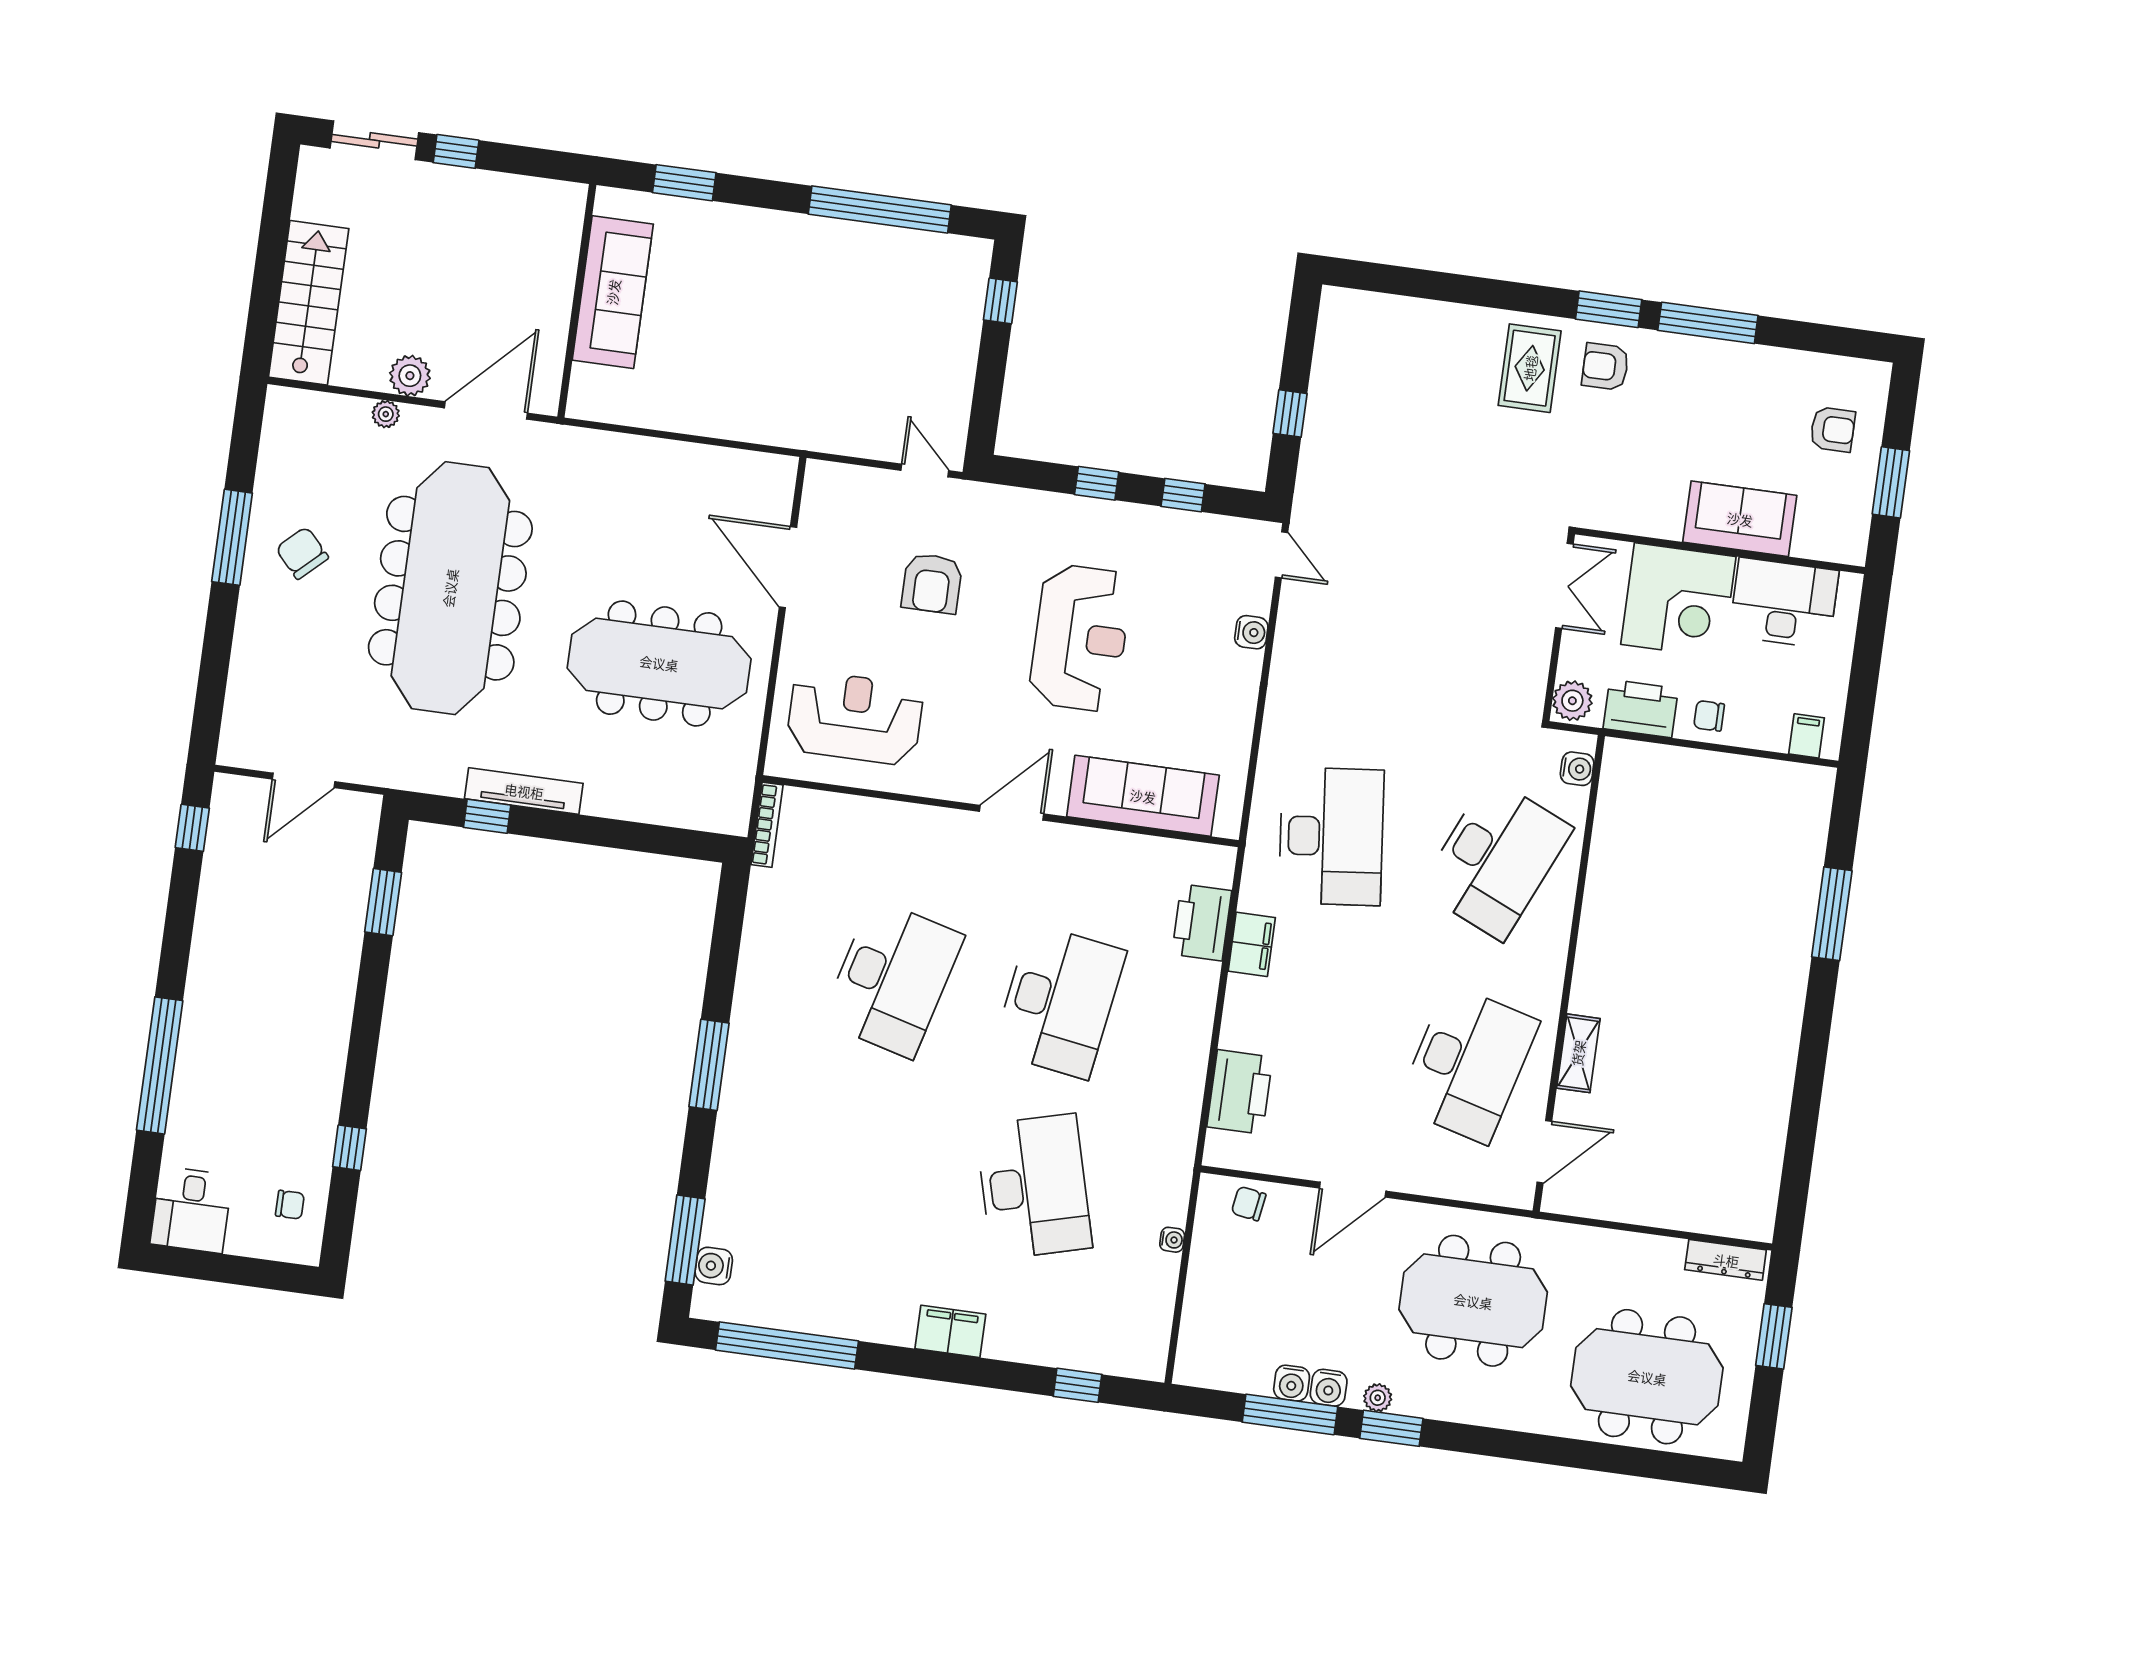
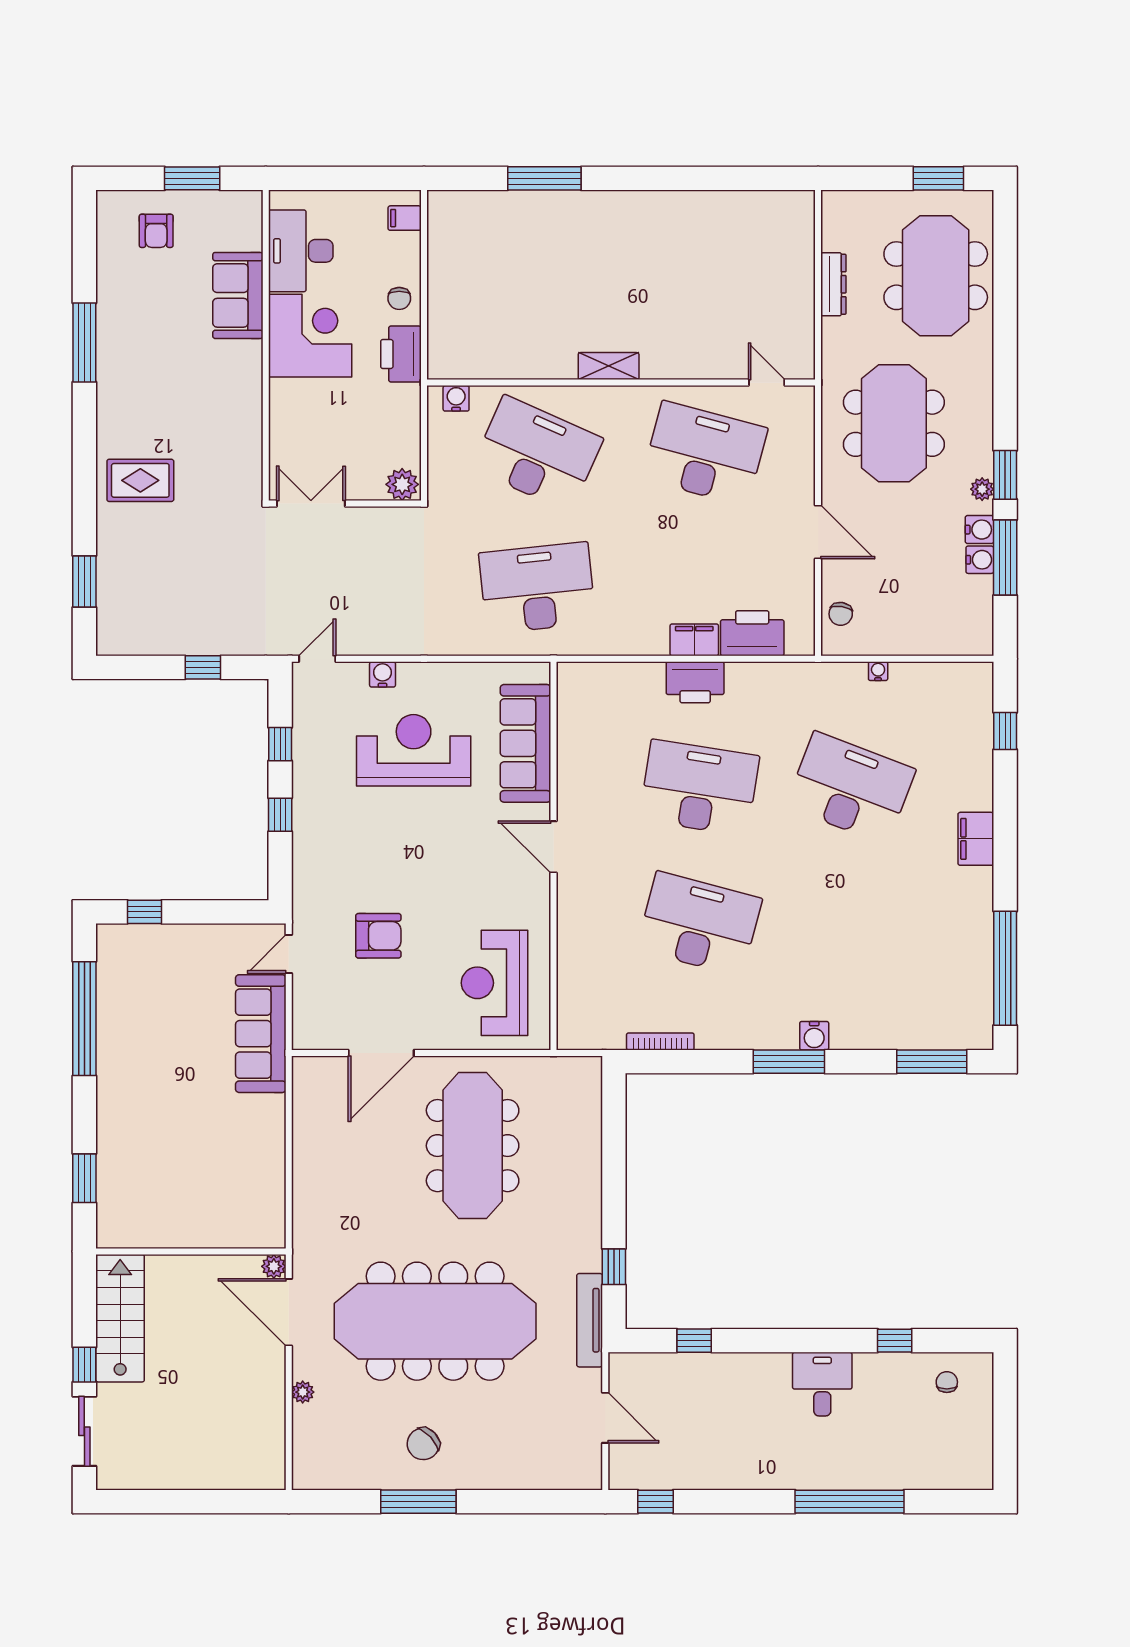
sofa: (613, 292) -> (261, 1034), moved, turned -90
stairs: (309, 303) -> (120, 1318), moved, turned 90
window: (1609, 309) -> (84, 582), moved
armchair: (1605, 367) -> (131, 420), removed
plant: (410, 376) -> (274, 1266), moved, width x0.73, depth x0.73
armchair: (1833, 429) -> (156, 231), turned 180
double door: (1564, 586) -> (311, 503), moved
wall: (1559, 627) -> (345, 503), moved
reception desk: (1080, 638) -> (414, 750), moved
plant: (1572, 701) -> (402, 484), moved
tv unit: (524, 791) -> (590, 1320), moved
bookcase: (767, 825) -> (660, 1041), moved
window: (383, 902) -> (694, 1341), width x0.67
printer: (1202, 922) -> (695, 682), moved
filing cabinet: (1252, 944) -> (694, 640), moved
shelving: (1578, 1053) -> (609, 366), moved
door: (1544, 1152) -> (767, 383), width x0.73
desk: (1034, 1187) -> (851, 788), turned 36
desk: (191, 1210) -> (822, 1384), moved, turned -90
dresser: (1726, 1260) -> (833, 284), moved
water cooler: (714, 1266) -> (814, 1036), moved
window: (1774, 1336) -> (938, 178), moved

